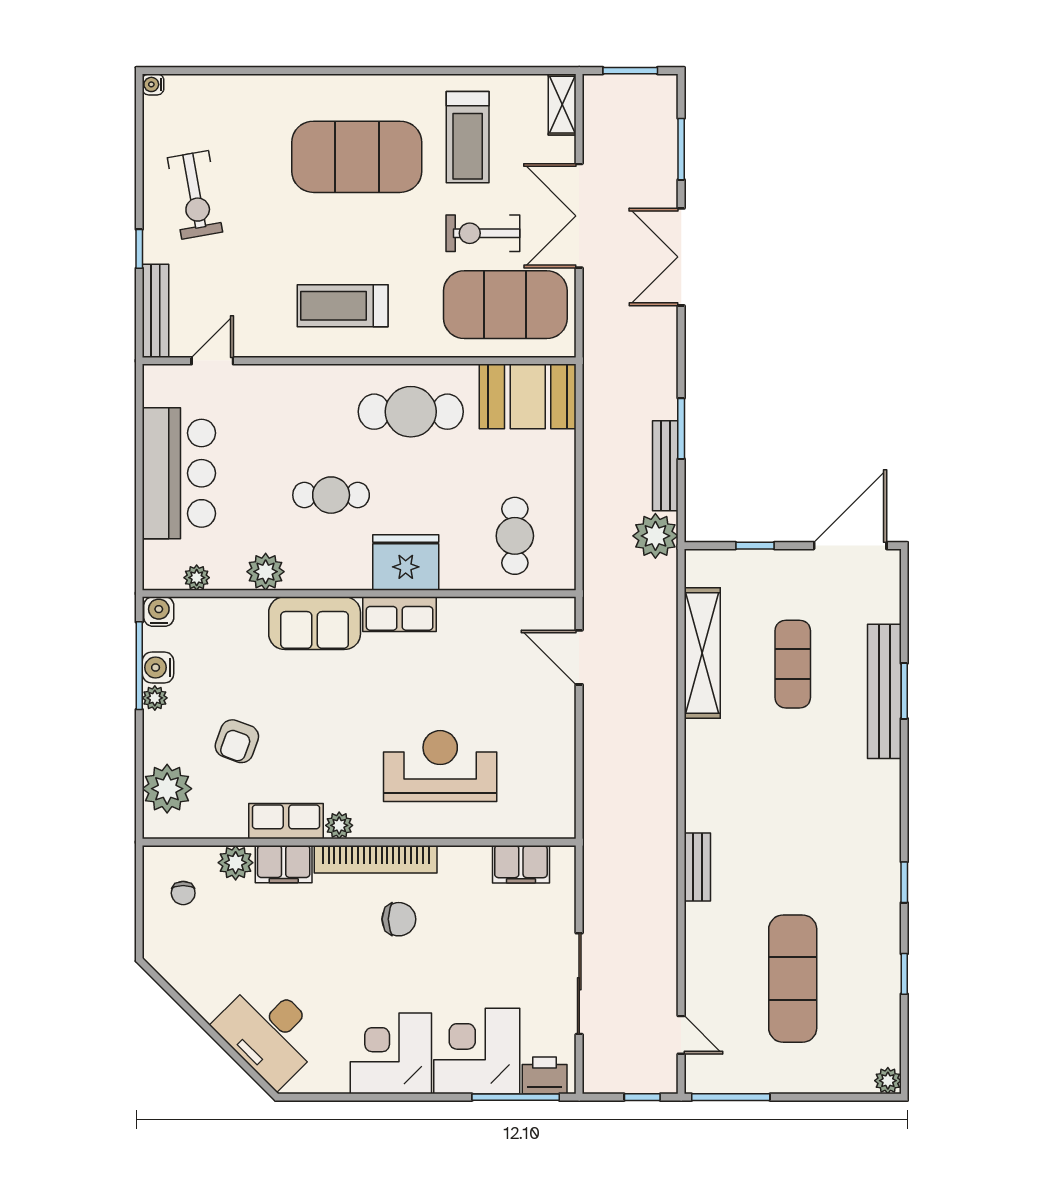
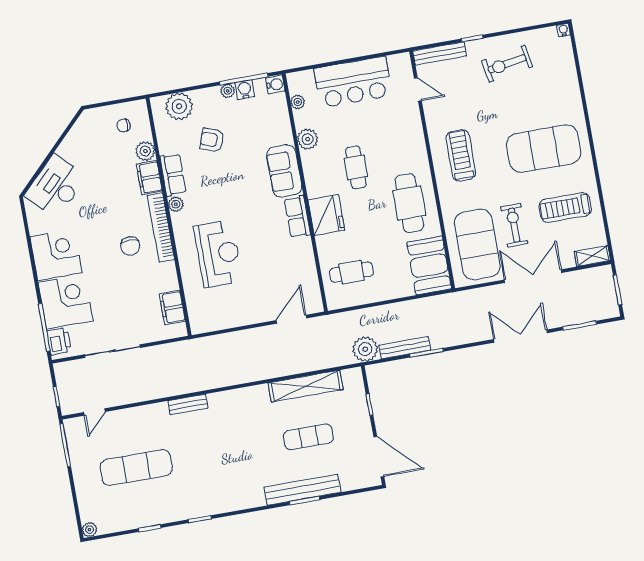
exercise mat: (357, 157) -> (544, 149), turned 90

